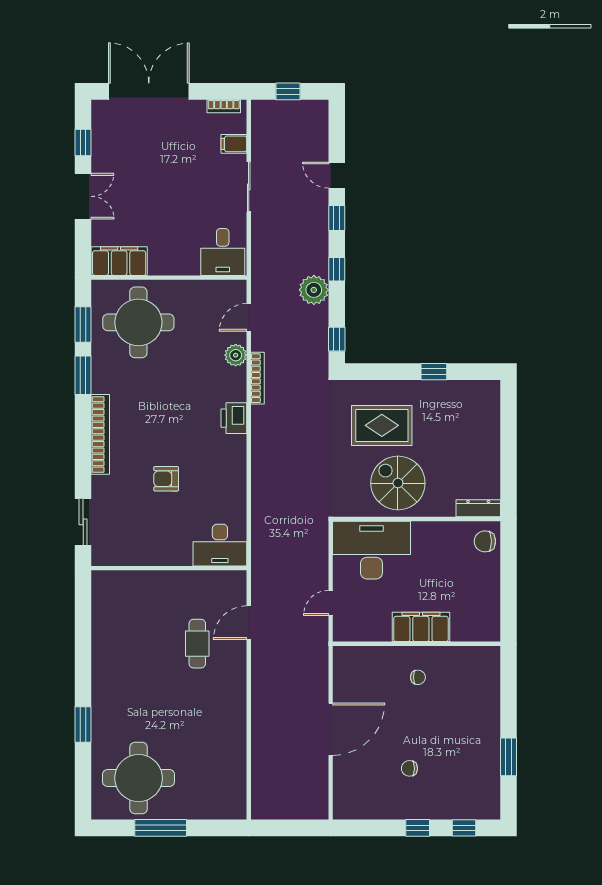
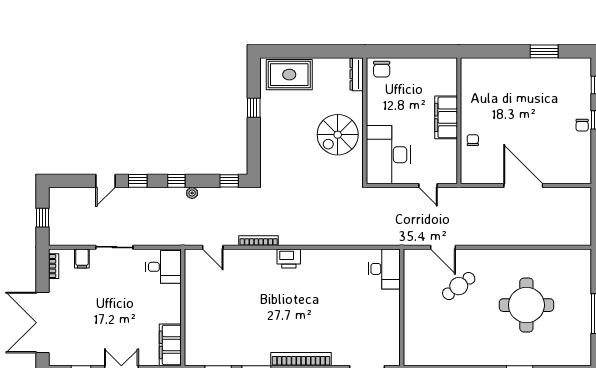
plant: (314, 290) -> (192, 193), width x0.53, depth x0.53
round table: (138, 322) -> (217, 330), removed
plant: (236, 355) -> (241, 257), removed
rug: (382, 425) -> (289, 75), moved, turned 90
armchair: (166, 479) -> (334, 309), removed
cafe table: (197, 644) -> (459, 286), turned -37
chair: (418, 677) -> (473, 140), moved
chair: (409, 768) -> (582, 125), moved
round table: (139, 778) -> (526, 305), moved

